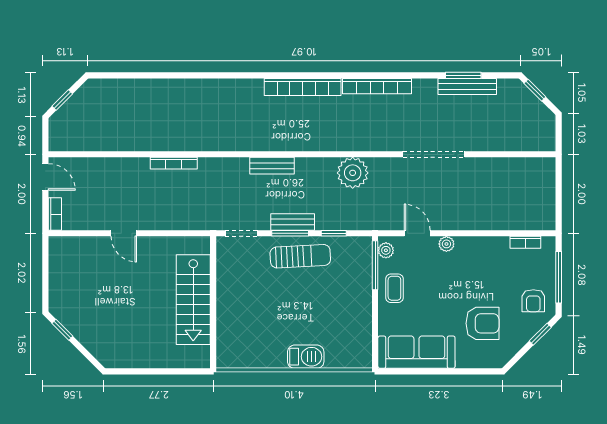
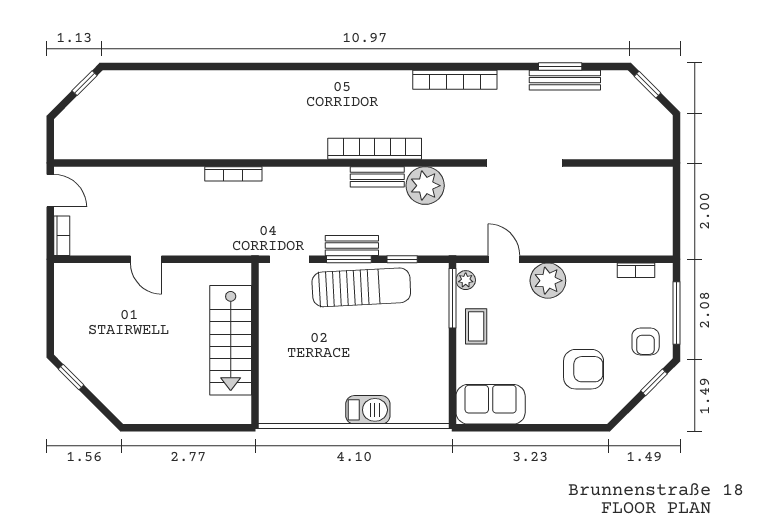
bookcase: (303, 87) -> (375, 149), moved, turned 180
window: (62, 100) -> (85, 83), moved
bookcase: (174, 163) -> (233, 174), moved
bench: (272, 166) -> (377, 177), moved
plant: (446, 244) -> (548, 281), width x1.88, depth x1.88
sun lounger: (300, 256) -> (361, 287), width x1.36, depth x1.34
sofa: (416, 352) -> (491, 404), width x0.73

